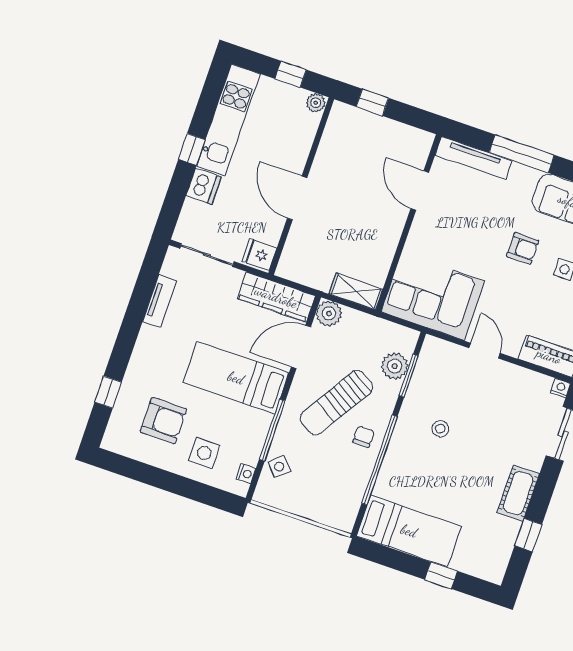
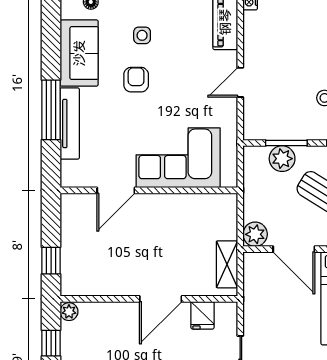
tv unit: (474, 158) -> (70, 123), moved
fridge: (259, 254) -> (202, 315), moved
shelving: (356, 292) -> (227, 264), moved
wardrobe: (276, 297) -> (256, 287), removed
corner sofa: (433, 297) -> (178, 158), moved, turned 90

